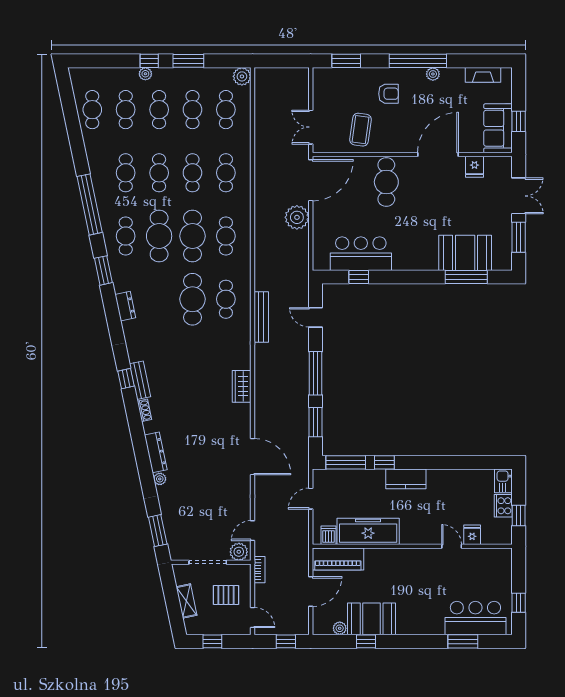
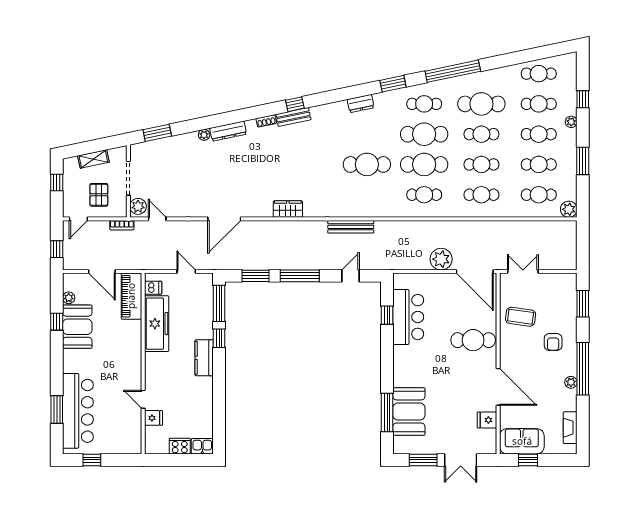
window: (149, 61) -> (583, 99), moved
cafe table: (126, 173) -> (481, 104), width x1.37, depth x1.35
cafe table: (226, 299) -> (367, 195), removed
window: (519, 515) -> (171, 460), removed
door: (452, 546) -> (143, 399), swing flipped
bar counter: (475, 618) -> (78, 411), width x1.36

